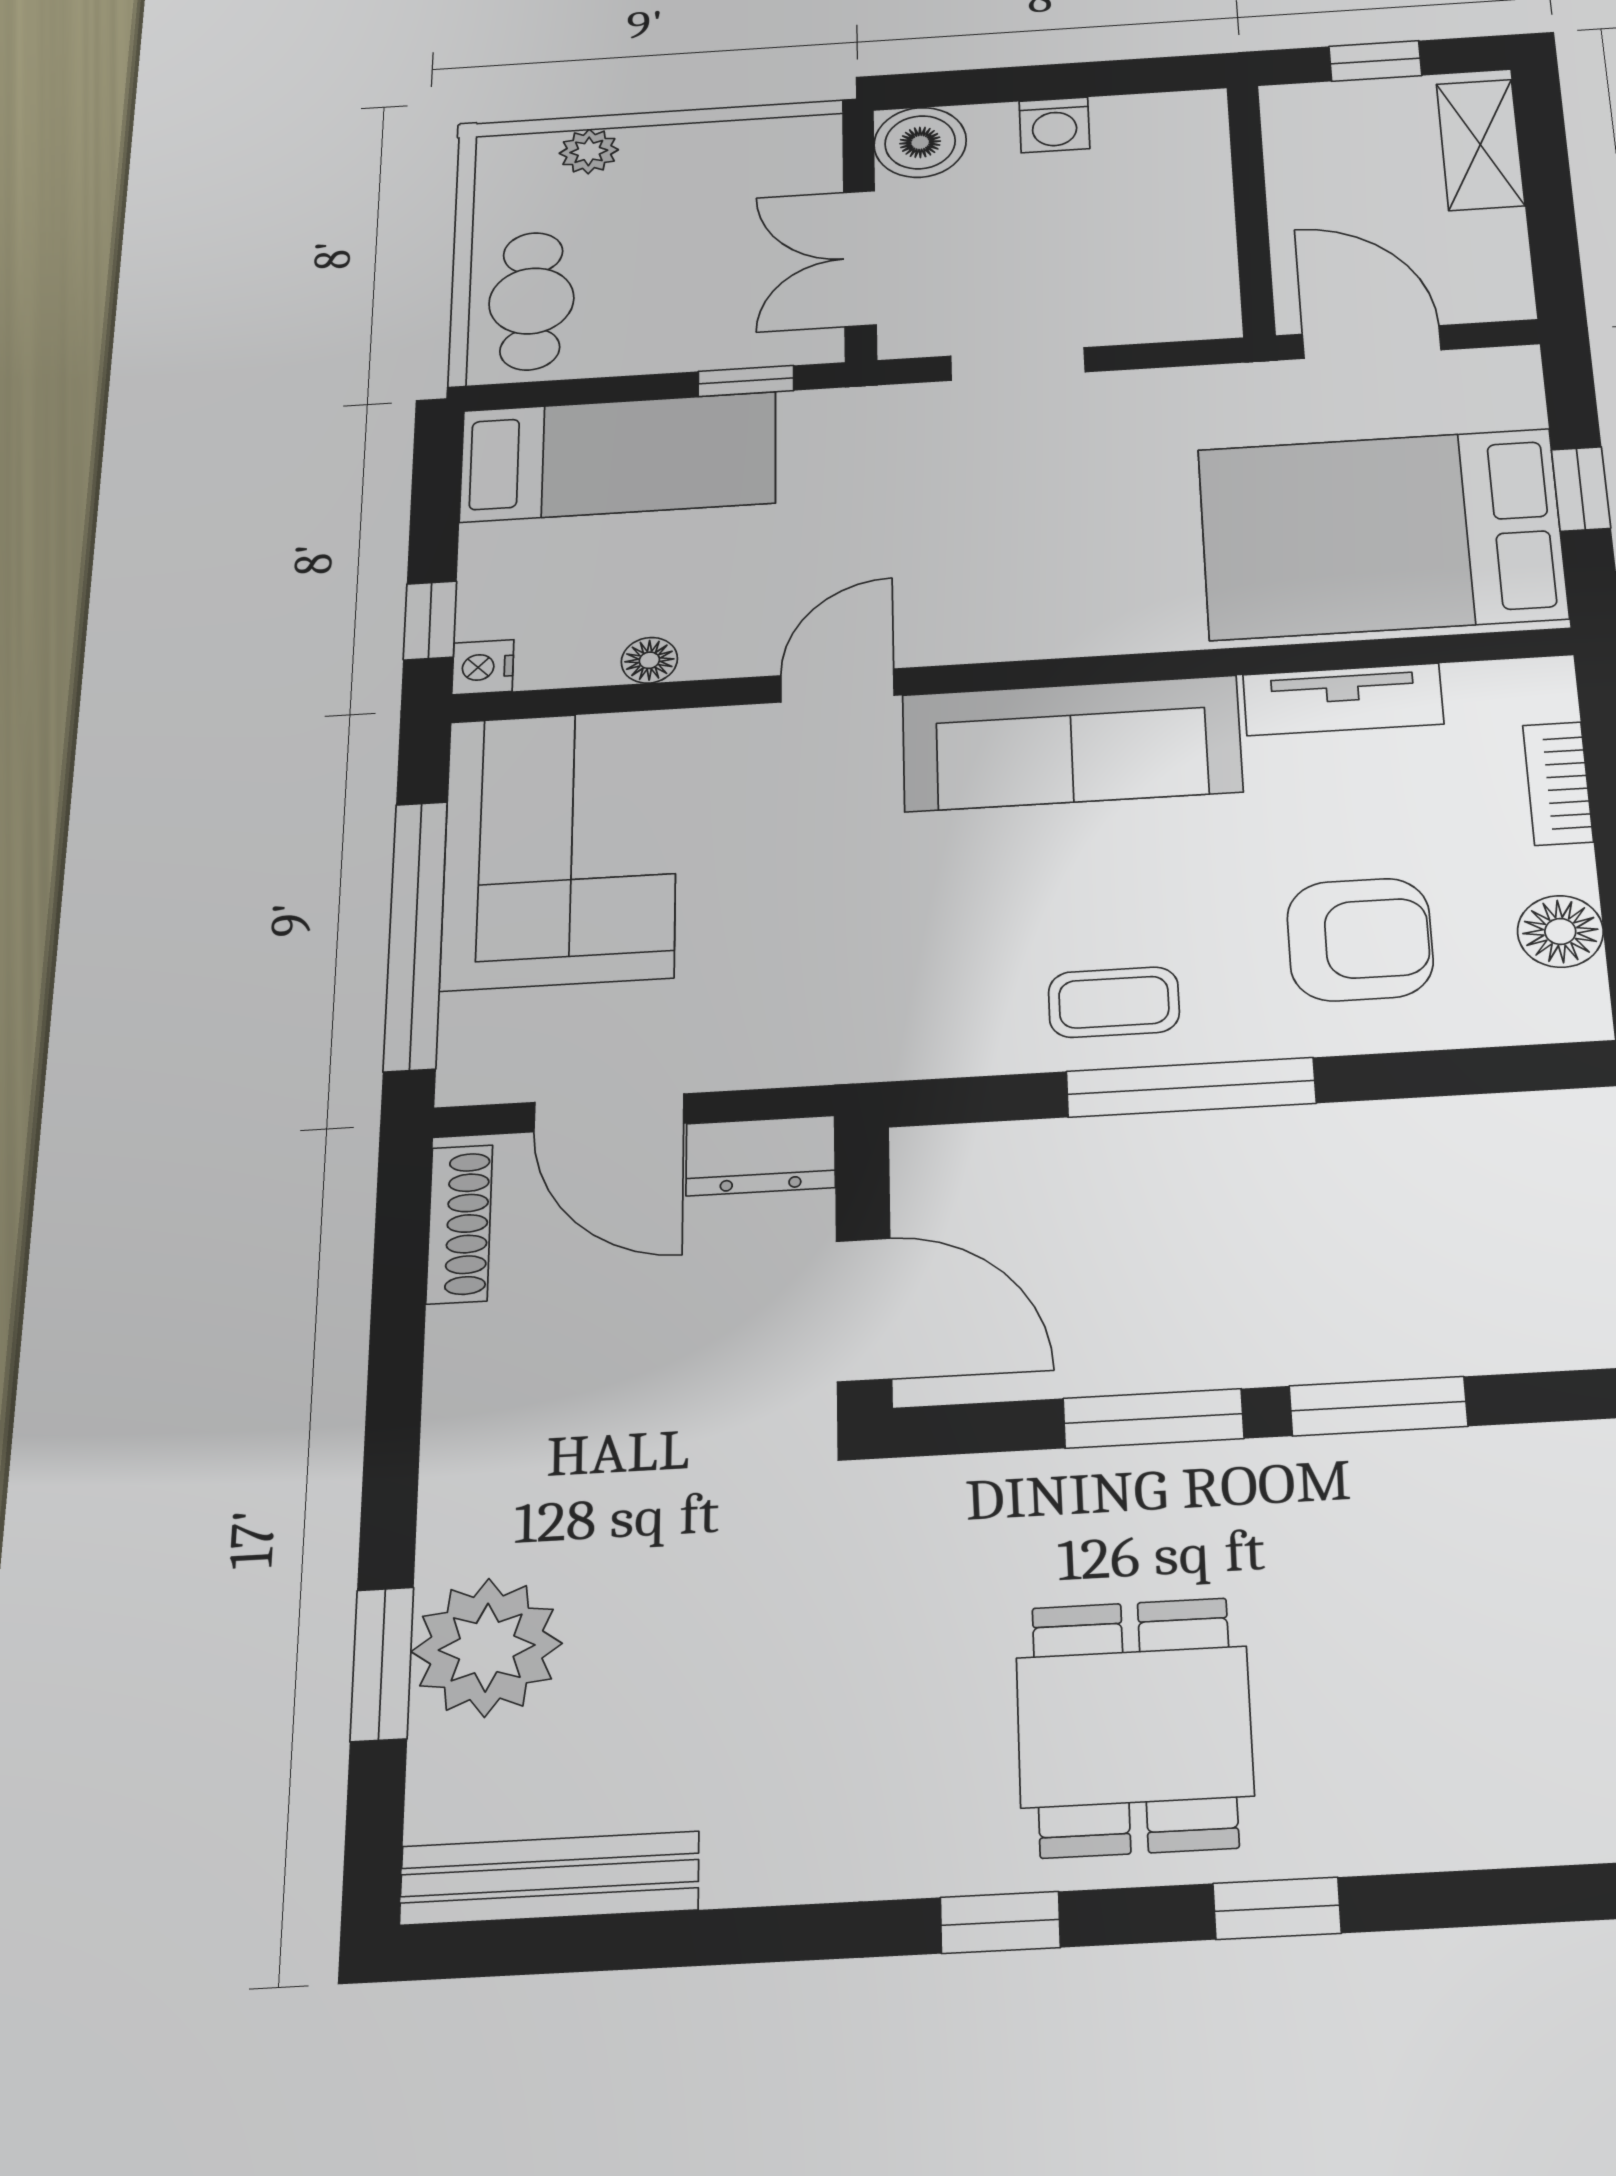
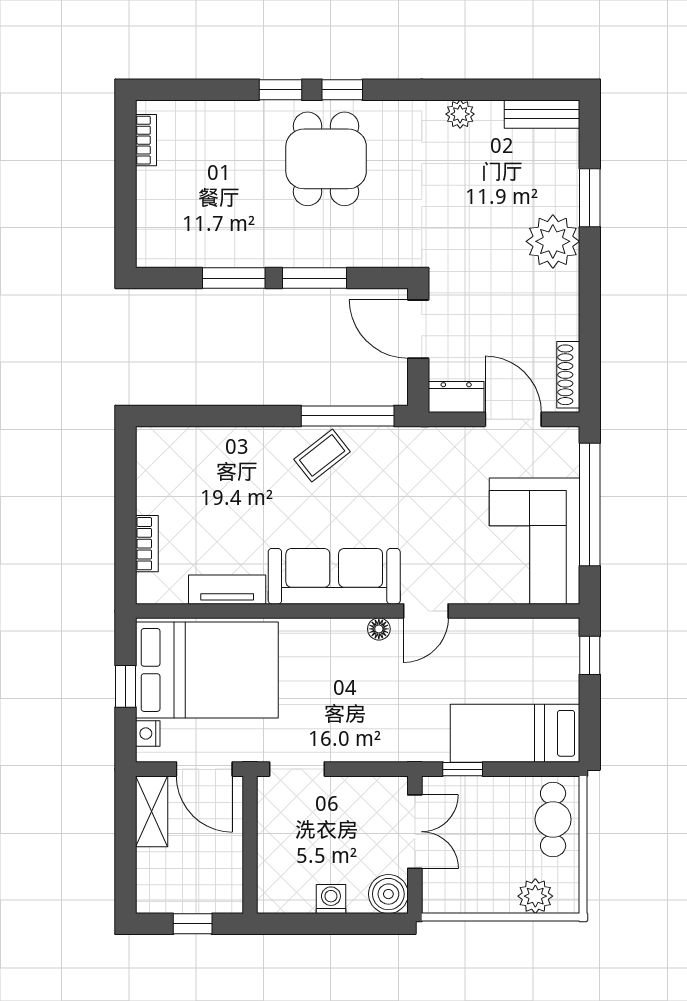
shelving: (1480, 145) -> (152, 811), moved
plant: (589, 151) -> (535, 896), width x1.38, depth x1.38
doorway: (1018, 364) -> (297, 769), moved
floor lamp: (649, 660) -> (379, 629), moved
nightstand: (483, 667) -> (148, 734), moved, turned 180
floor lamp: (1560, 931) -> (152, 476), removed
armchair: (1360, 939) -> (228, 477), removed
coffee table: (1114, 1002) -> (322, 455), turned -38
window: (1191, 1087) -> (348, 416), moved
plant: (487, 1647) -> (553, 241), moved
plant: (748, 1868) -> (460, 114), added
bench: (550, 1878) -> (542, 114), width x0.73
window: (1000, 1922) -> (342, 90), moved

